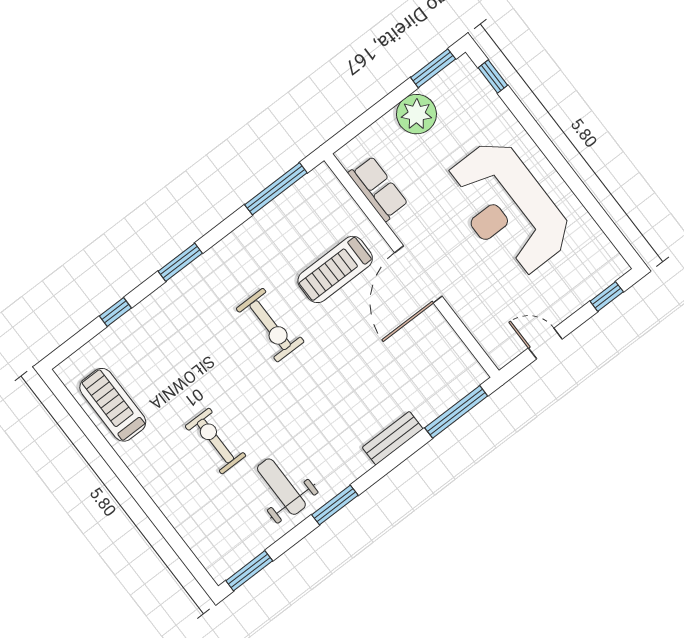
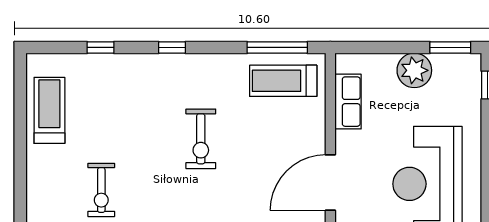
window: (180, 262) -> (172, 47), width x0.67
treadmill: (335, 269) -> (283, 81), moved
exercise bike: (215, 441) -> (101, 190), turned 180

